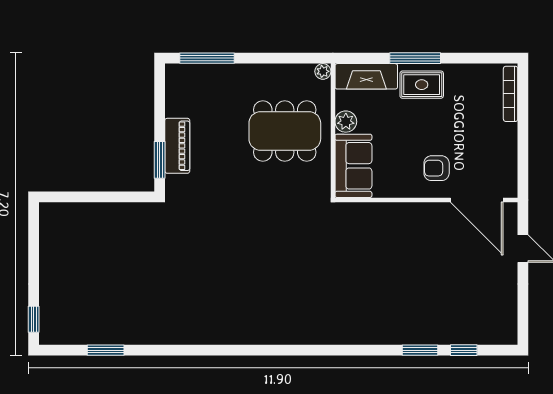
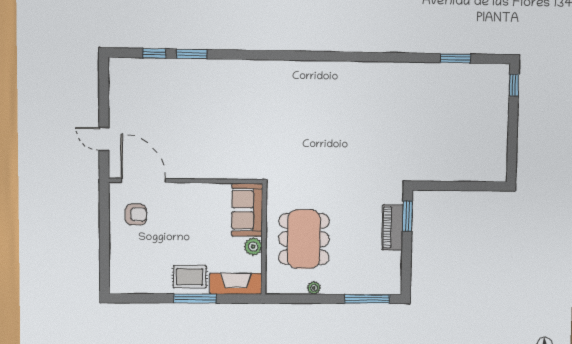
plant: (323, 71) -> (314, 288), moved
bookcase: (511, 94) -> (115, 269), removed
dining table: (285, 131) -> (304, 239), turned 90
armchair: (437, 168) -> (136, 214), moved

